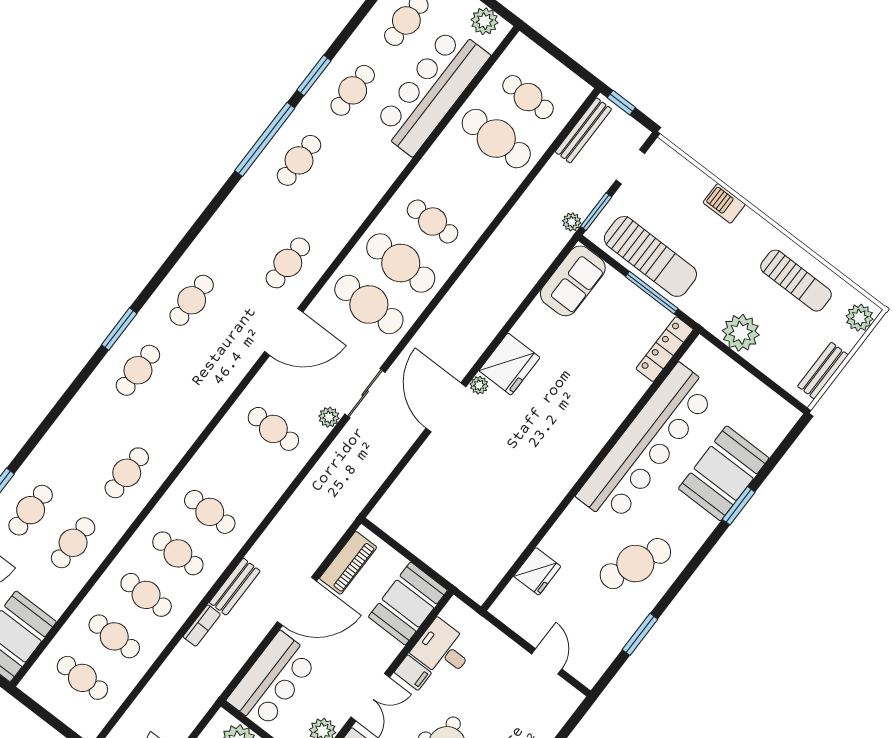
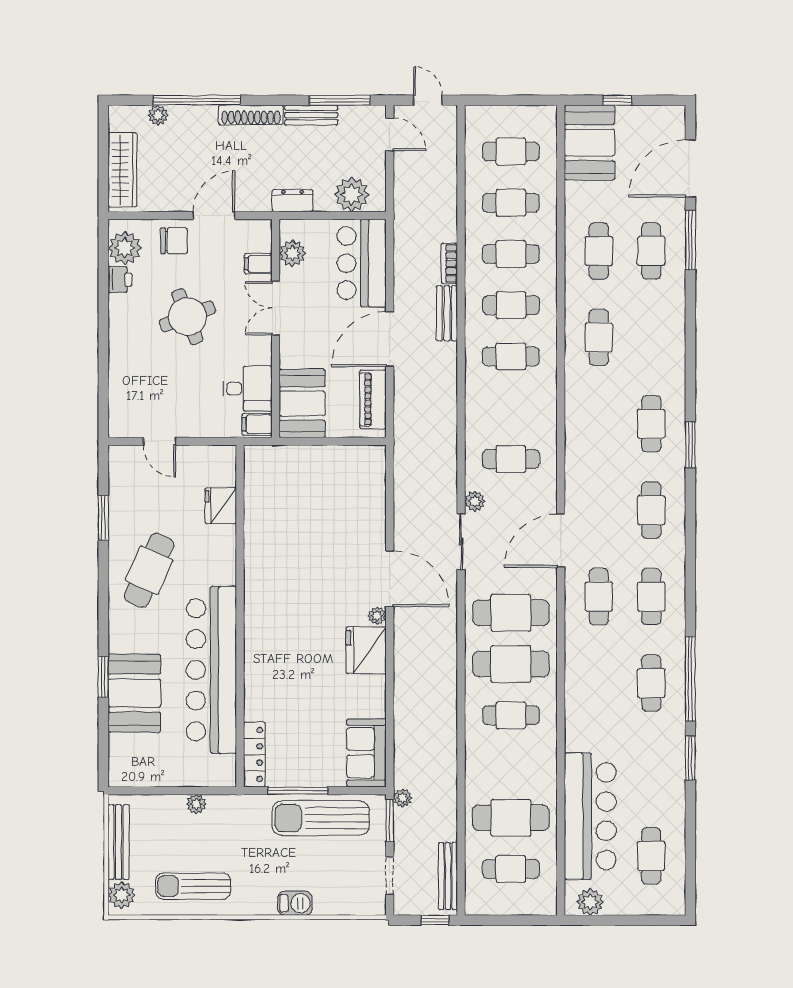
cafe table: (353, 90) -> (651, 597), moved
plant: (741, 333) -> (196, 804), width x0.53, depth x0.53
bench: (823, 371) -> (119, 842), width x1.36
filing cabinet: (413, 673) -> (257, 424), moved

